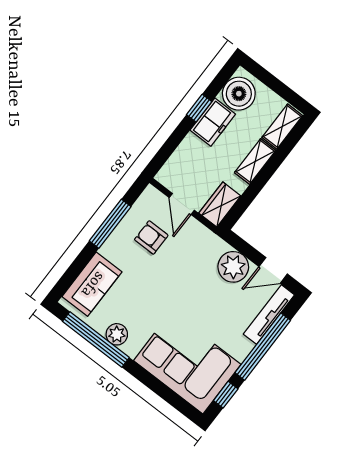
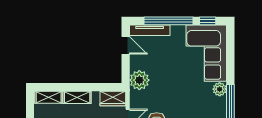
plant: (233, 267) -> (139, 80), moved
plant: (117, 334) -> (220, 89), moved

